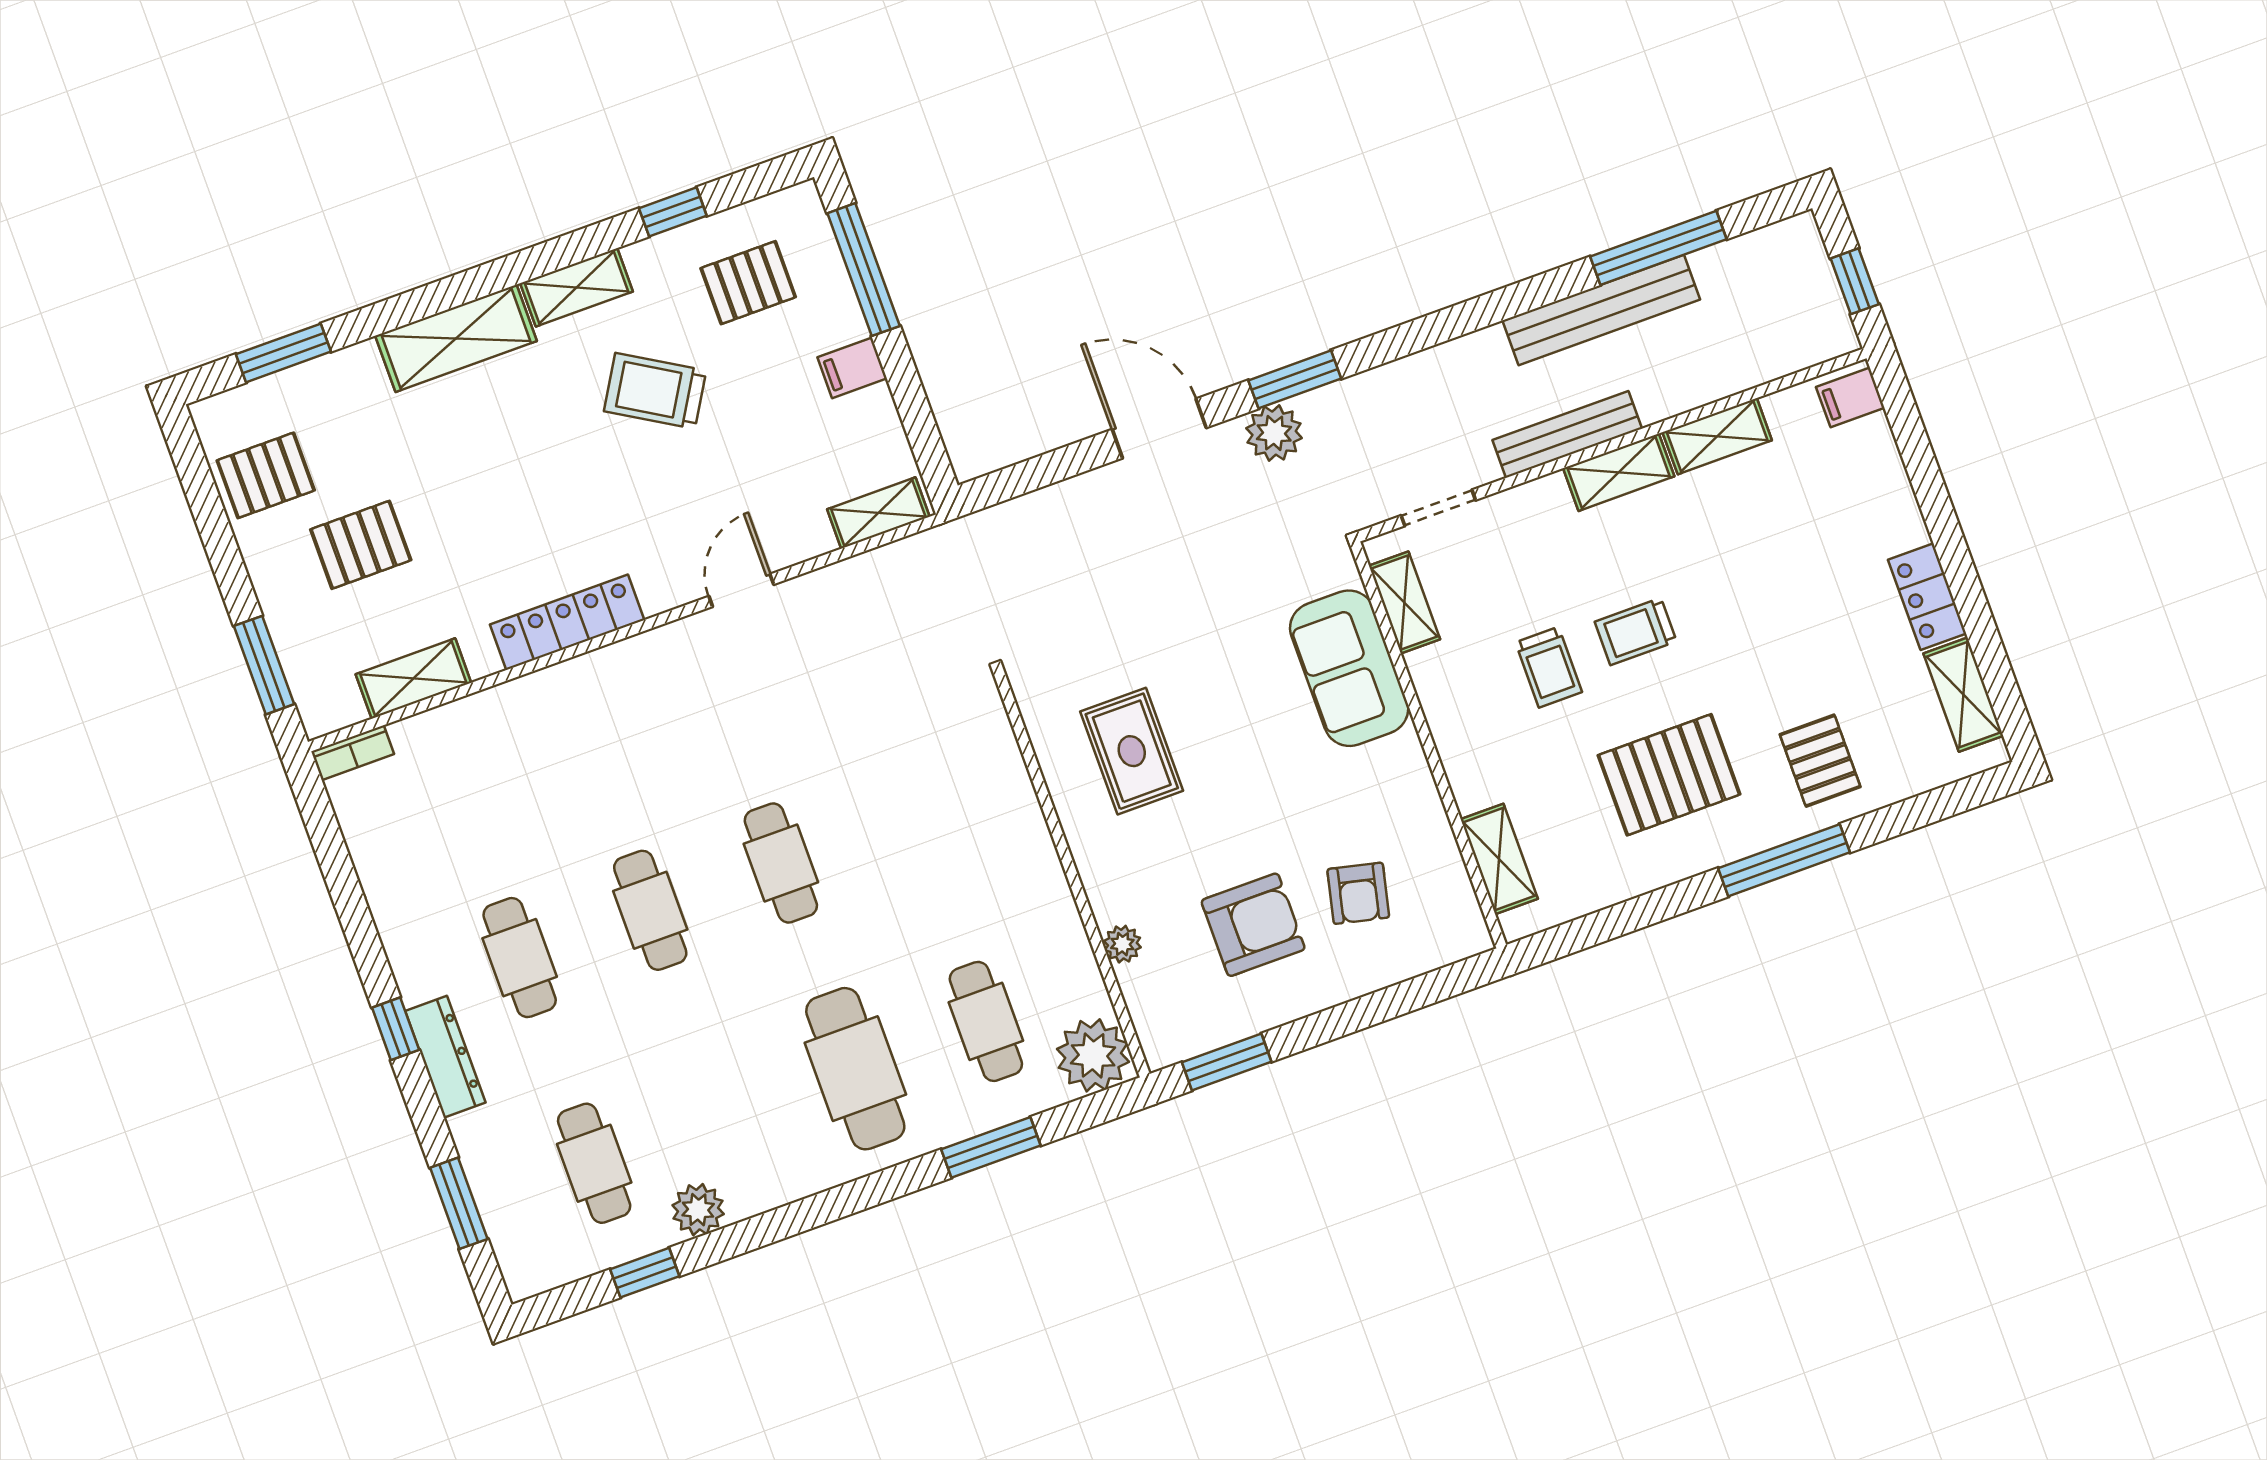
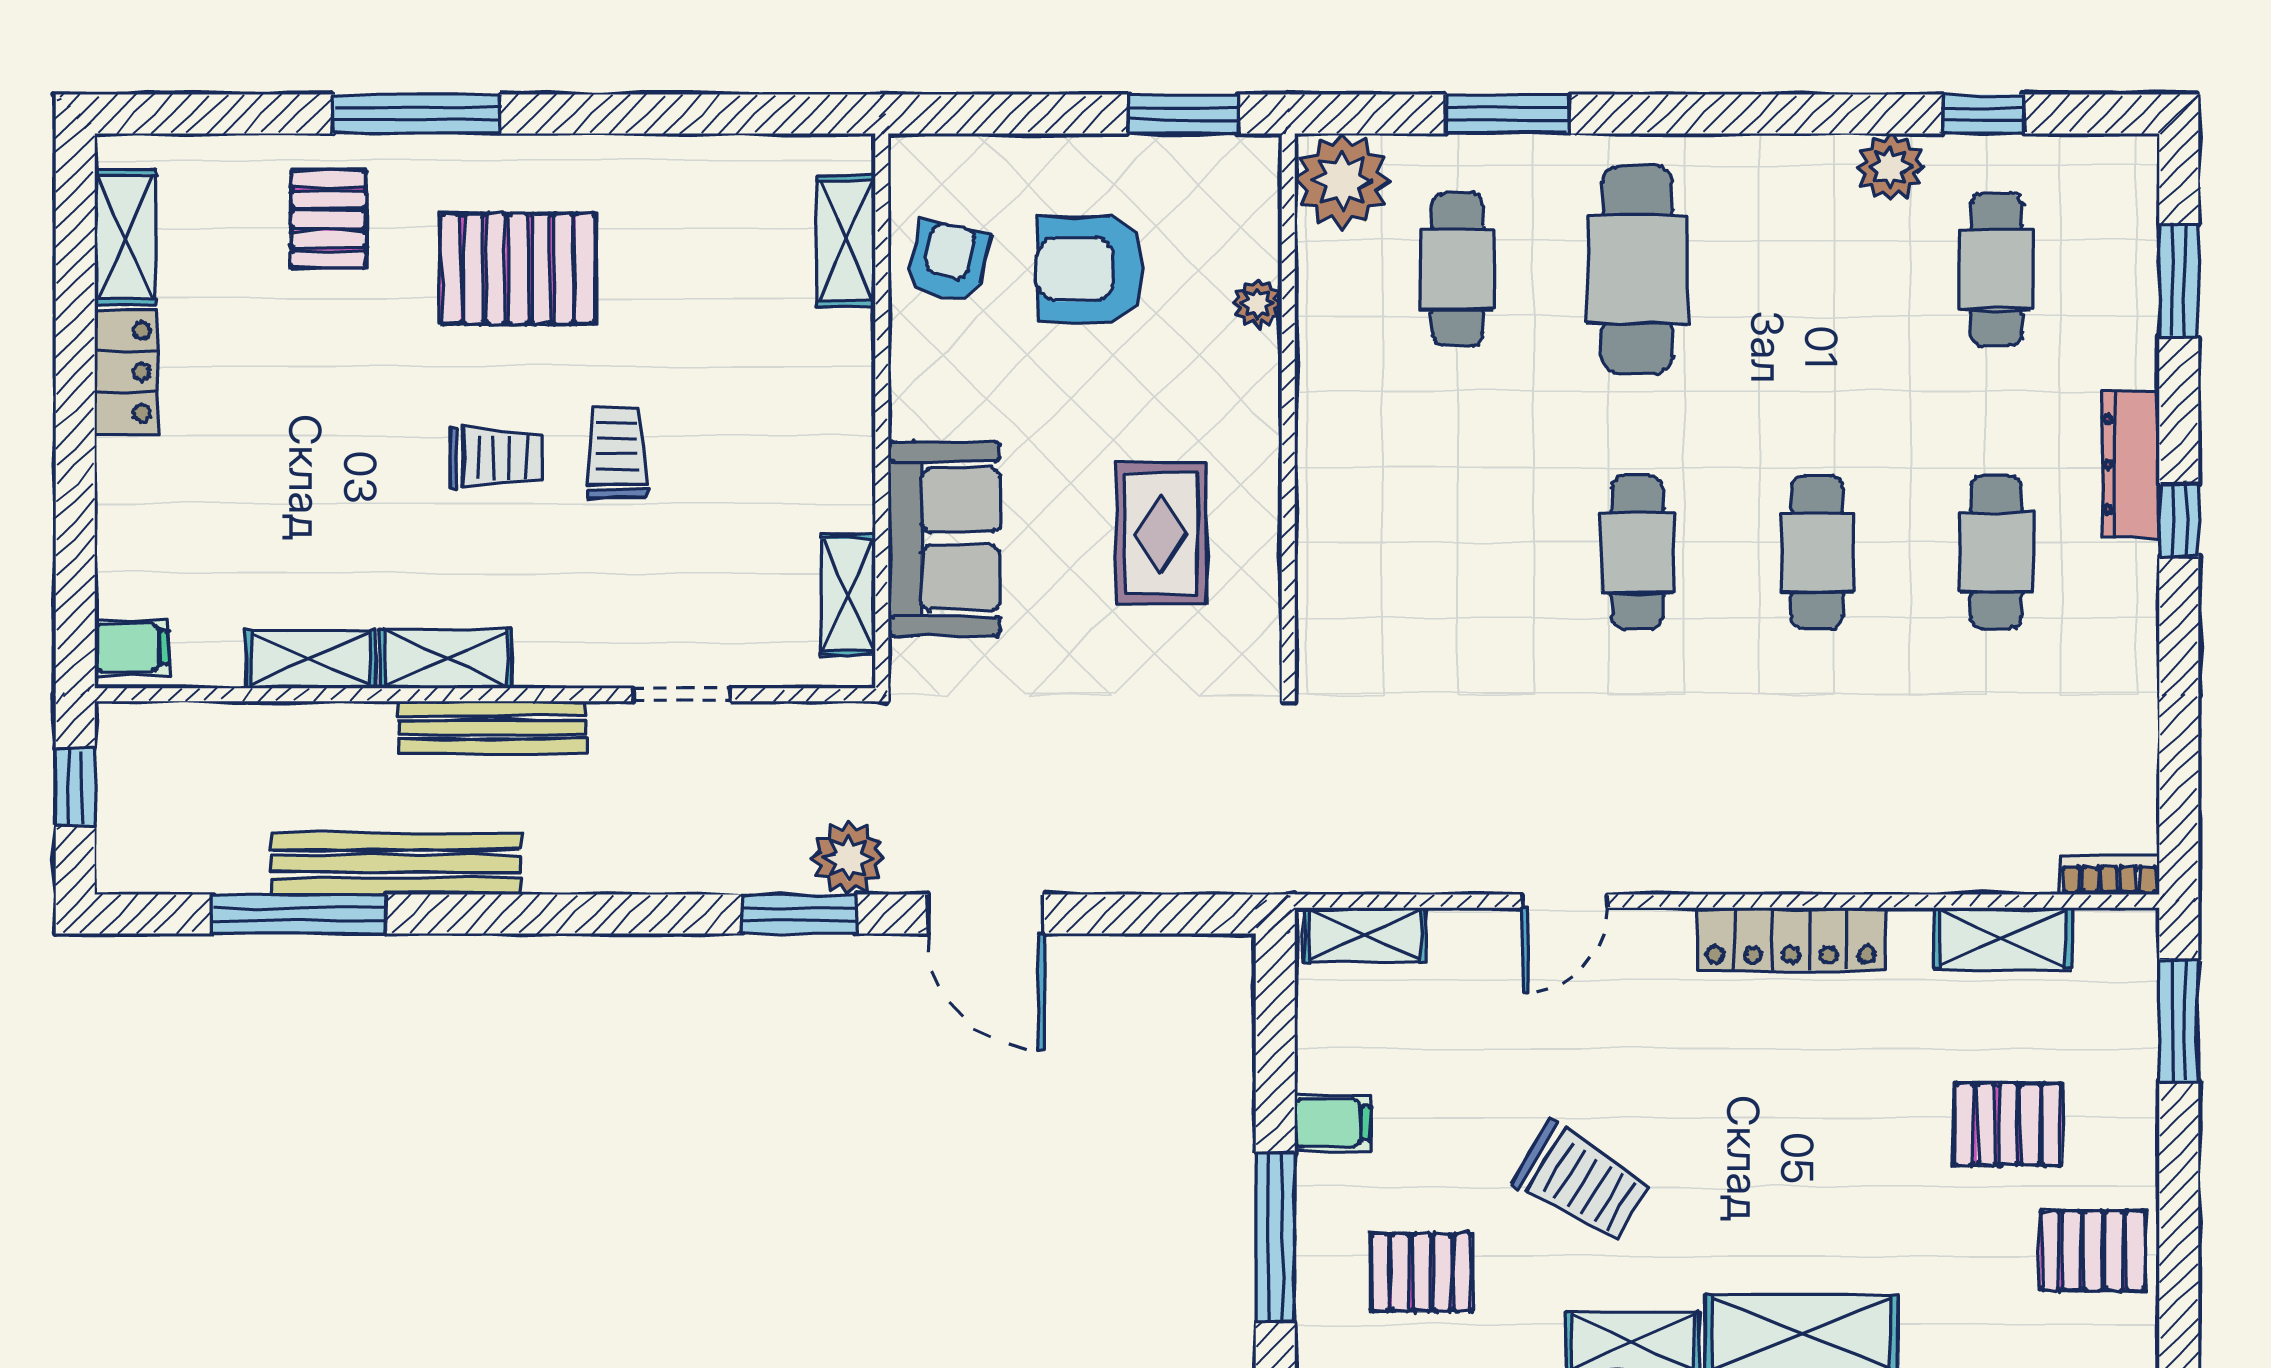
shelving: (1404, 602) -> (848, 595), moved
sofa: (1349, 668) -> (944, 539), moved
wall: (1428, 745) -> (882, 411), moved
shelving: (1499, 859) -> (846, 241), moved

